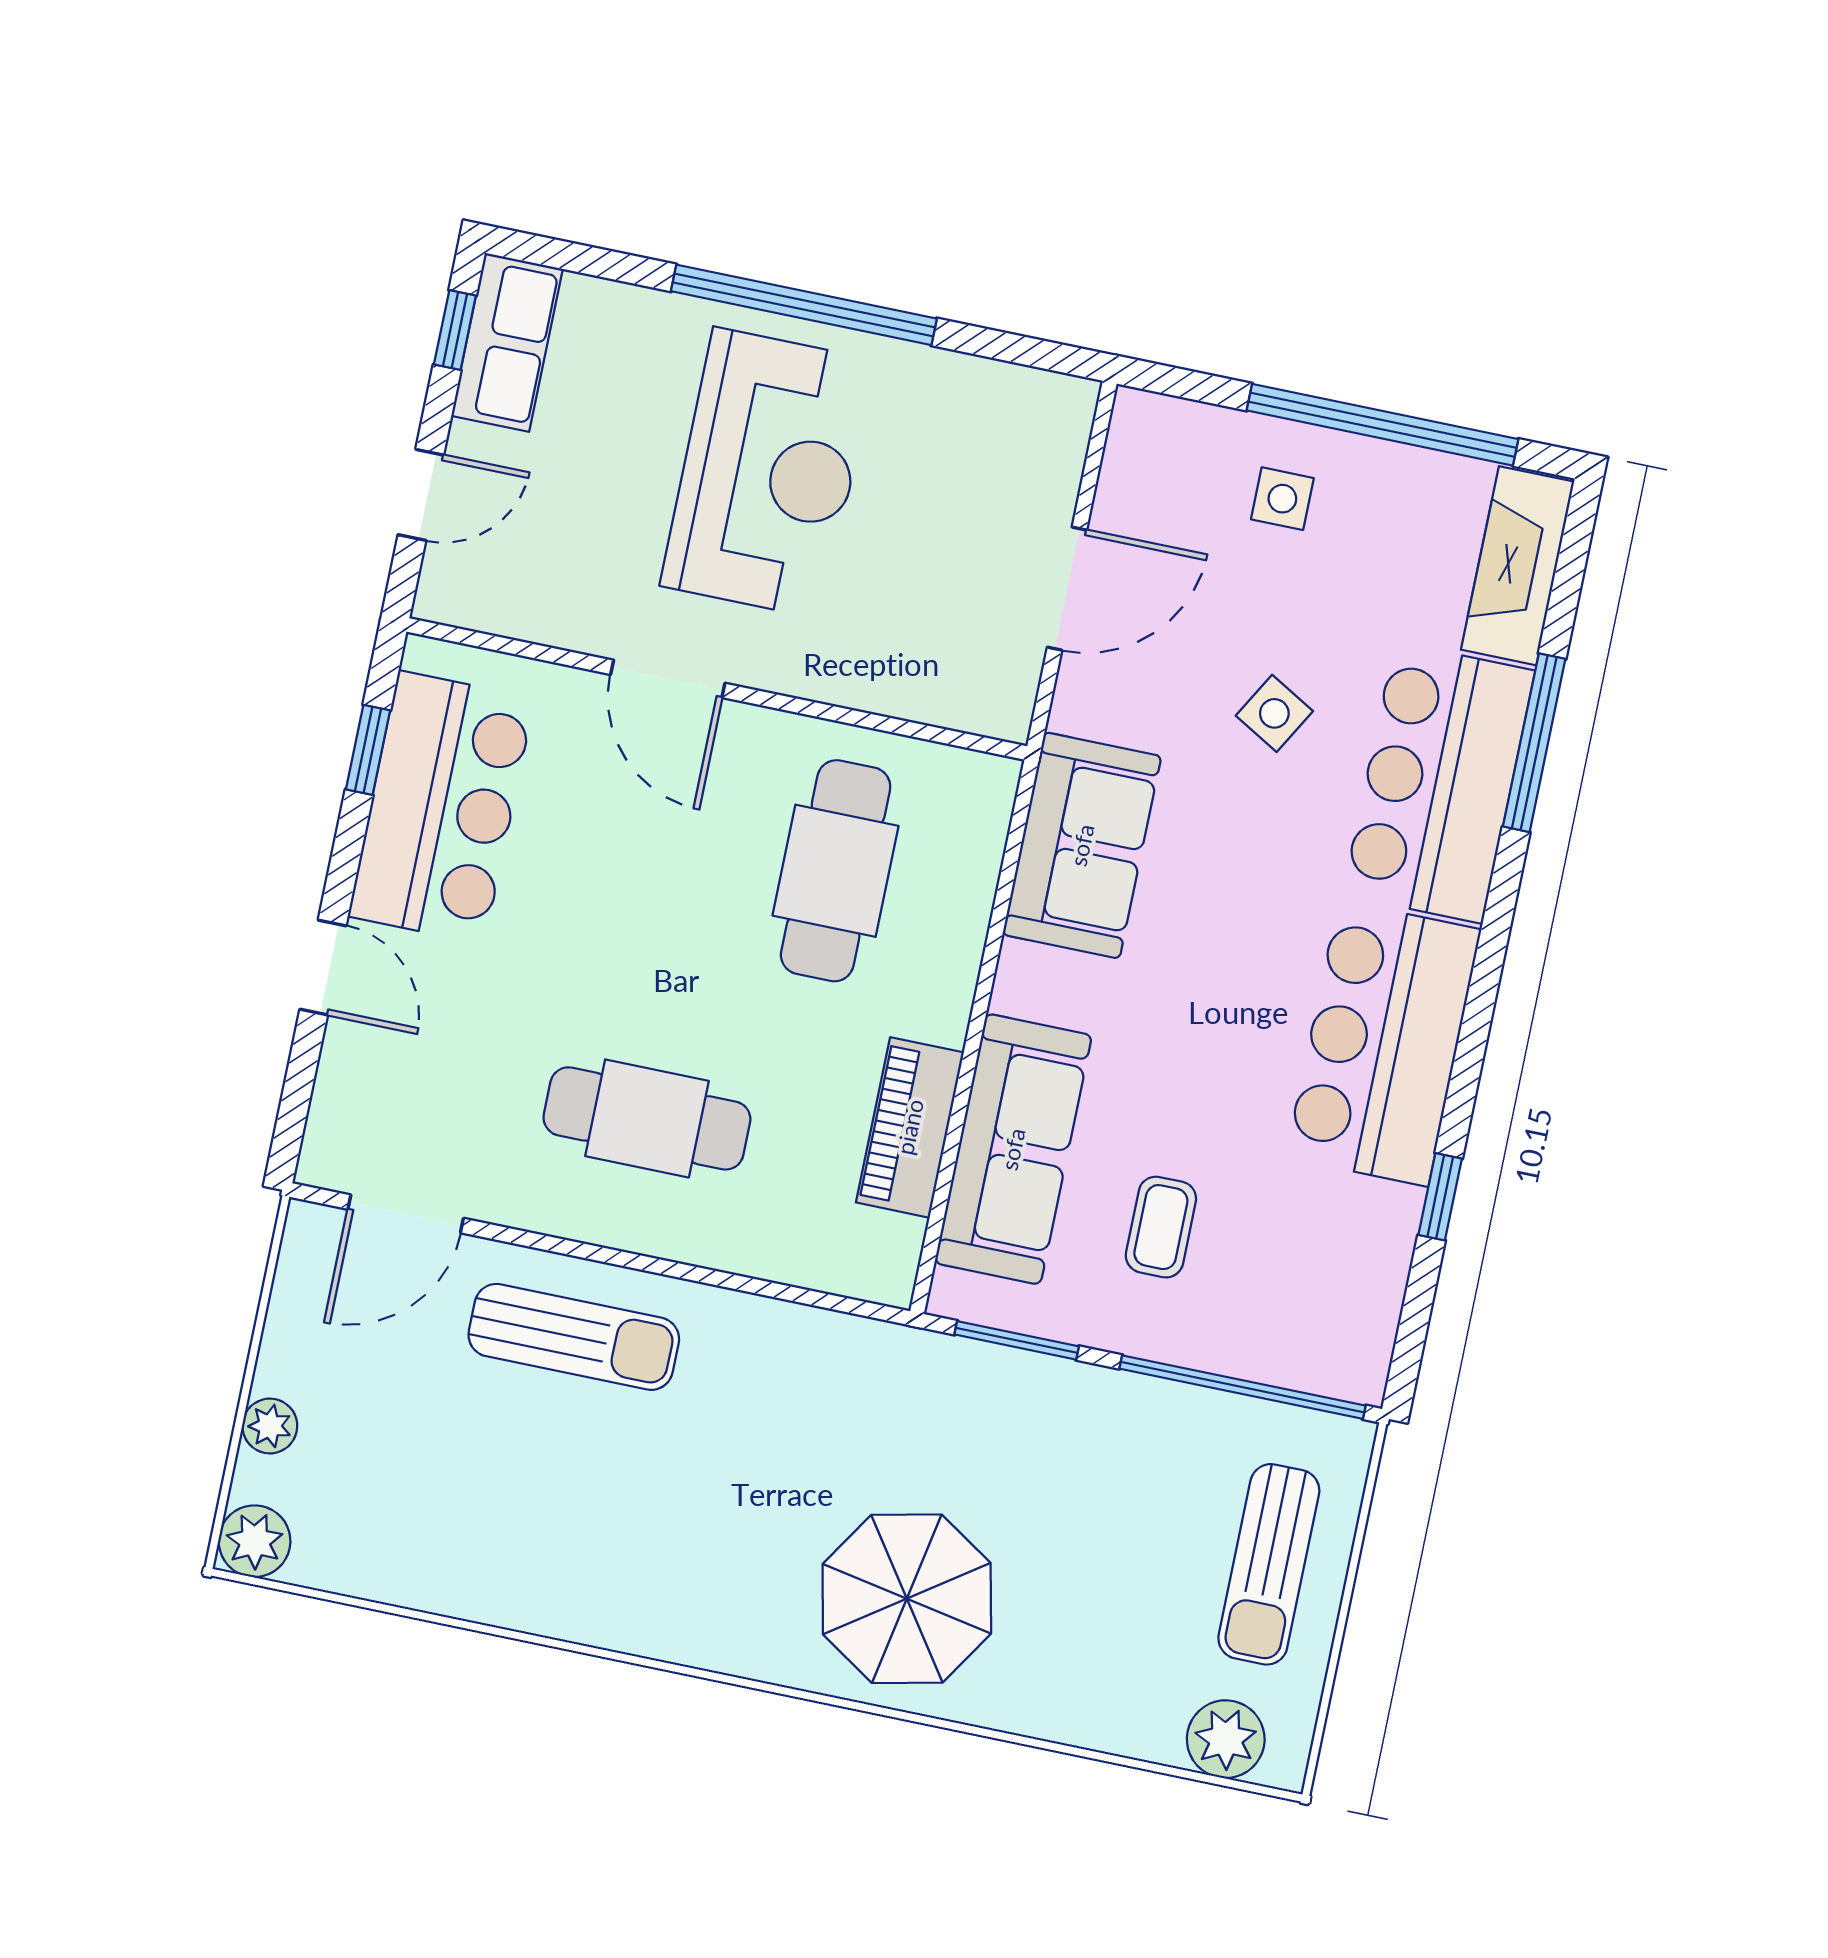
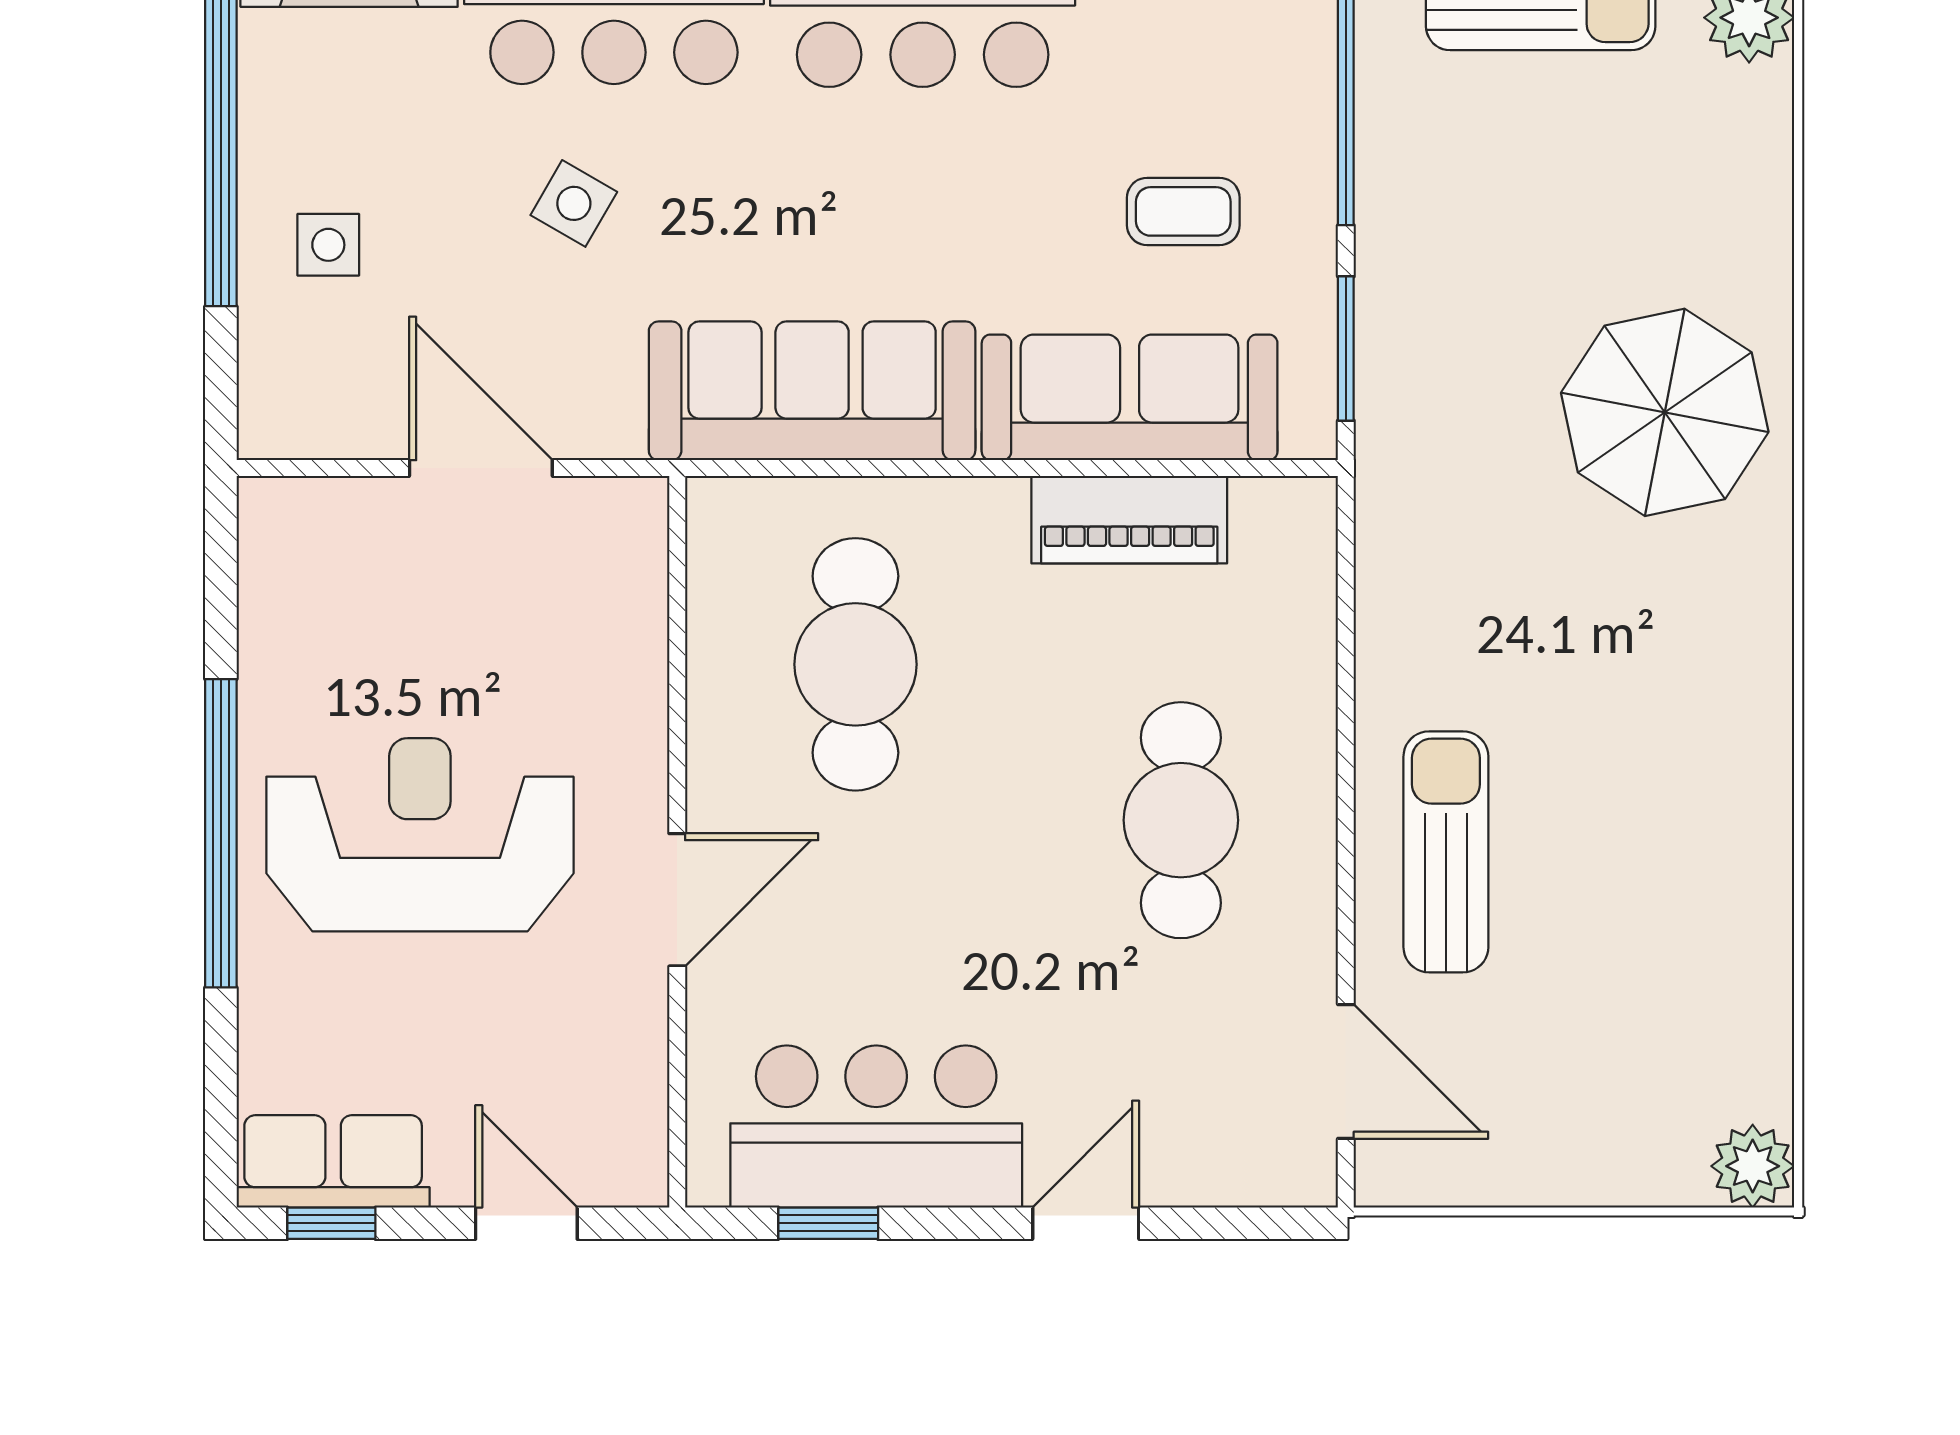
sofa: (1082, 845) -> (812, 391), width x1.36
cafe table: (836, 871) -> (855, 664), turned 90
plant: (270, 1426) -> (1618, 1176), removed

